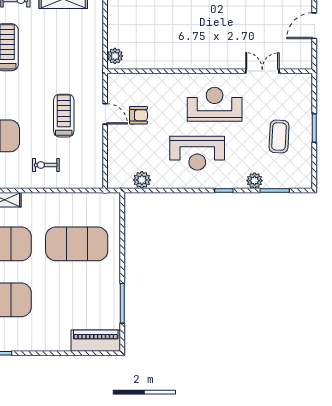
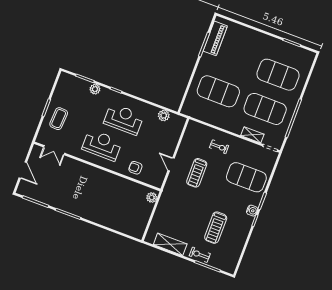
door: (314, 26) -> (23, 170), hinge flipped
double door: (262, 71) -> (54, 150), moved
reception desk: (215, 104) -> (102, 145), turned 180
armchair: (138, 115) -> (135, 168), moved
coffee table: (279, 136) -> (59, 119), moved
piano: (96, 341) -> (215, 38), moved, turned -90

